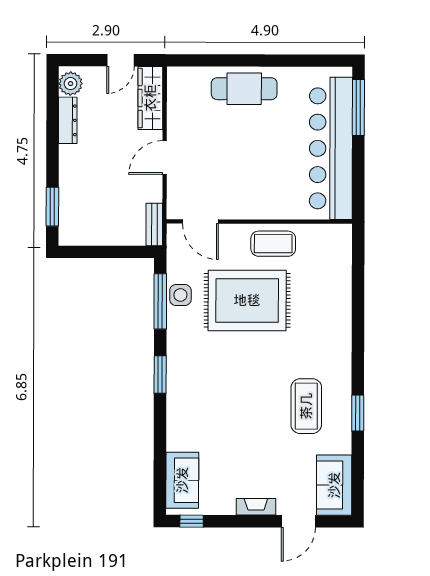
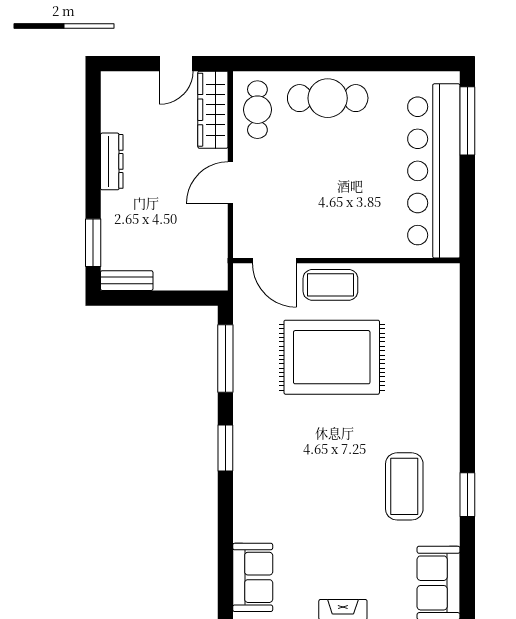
plant: (71, 84) -> (115, 92), removed
cafe table: (187, 98) -> (257, 110), added
dresser: (68, 120) -> (112, 161), moved
bench: (154, 225) -> (127, 281), moved, turned 90
coffee table: (273, 244) -> (330, 285), moved
side table: (180, 295) -> (250, 351), removed

